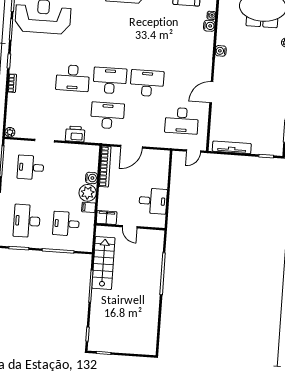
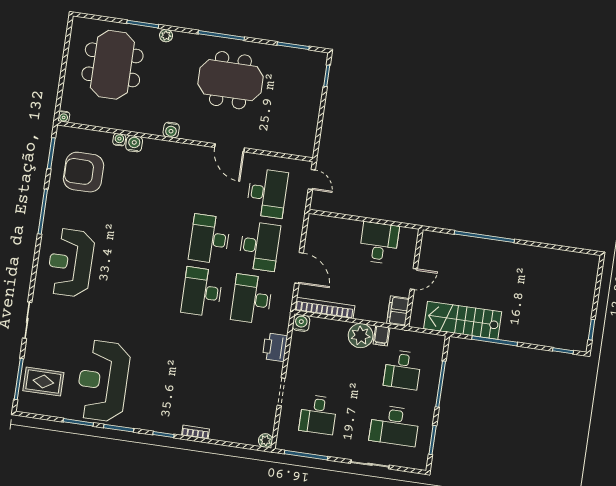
desk: (73, 78) -> (259, 246), moved
meeting table: (258, 89) -> (230, 80), added
tv unit: (232, 147) -> (311, 124), removed
water cooler: (92, 178) -> (301, 323), moved

